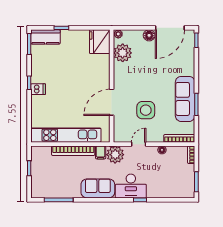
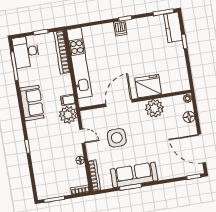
floor lamp: (149, 35) -> (189, 117), moved
fridge: (100, 42) -> (148, 86), moved
plant: (123, 53) -> (154, 108), moved
door: (112, 102) -> (119, 103), hinge flipped
bookcase: (73, 151) -> (62, 52), moved
desk: (131, 186) -> (26, 52), moved

